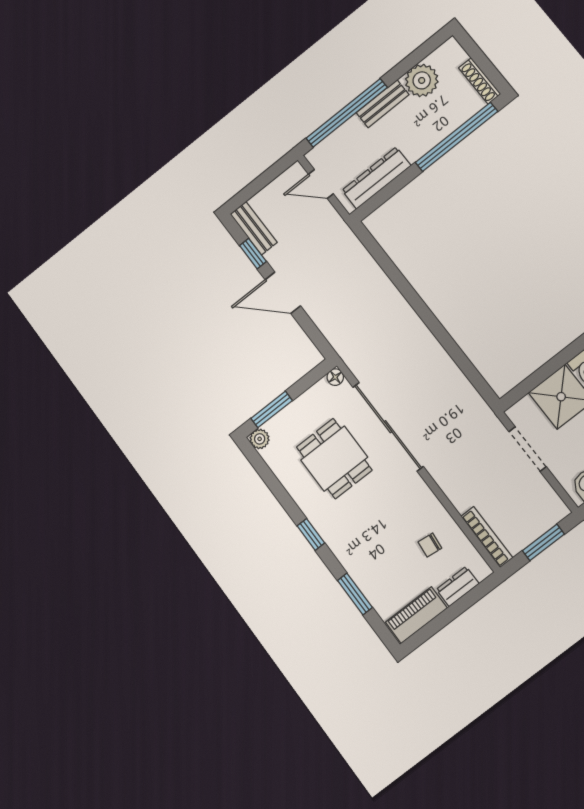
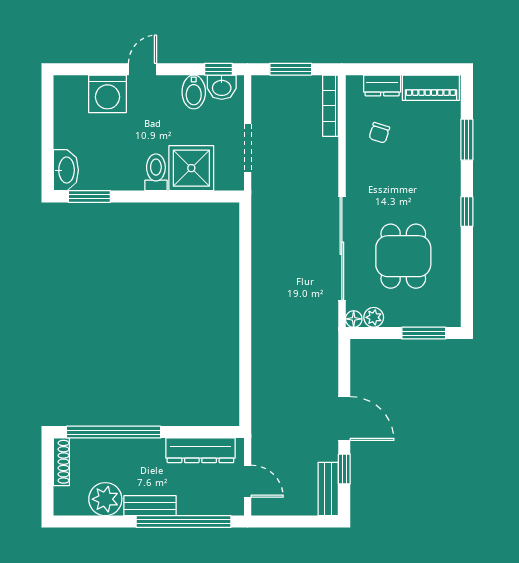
plant: (260, 439) -> (374, 317), moved
chair: (430, 545) -> (379, 133), turned 101

